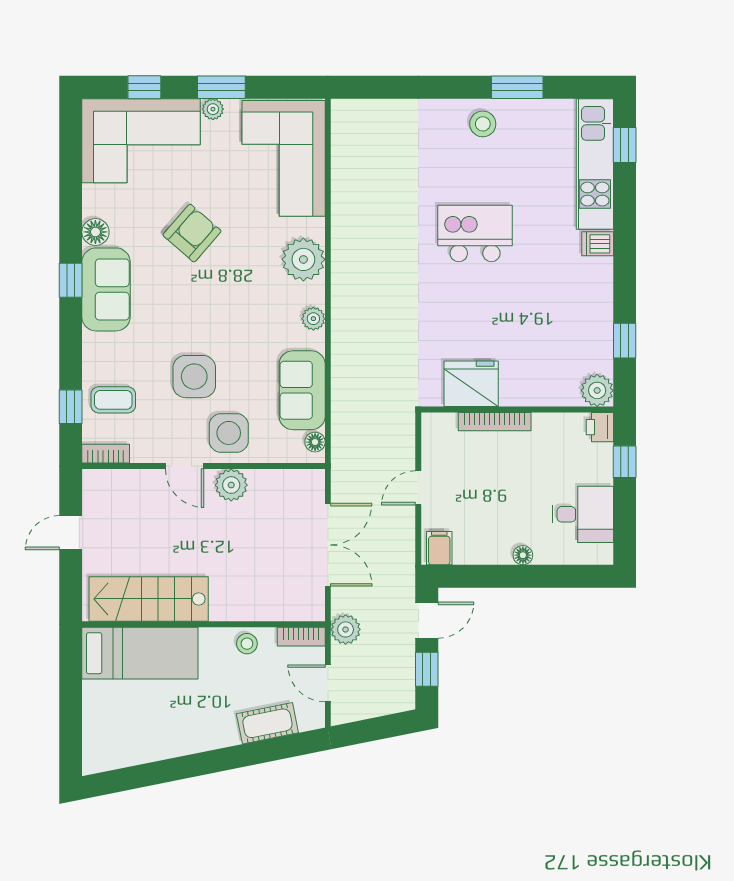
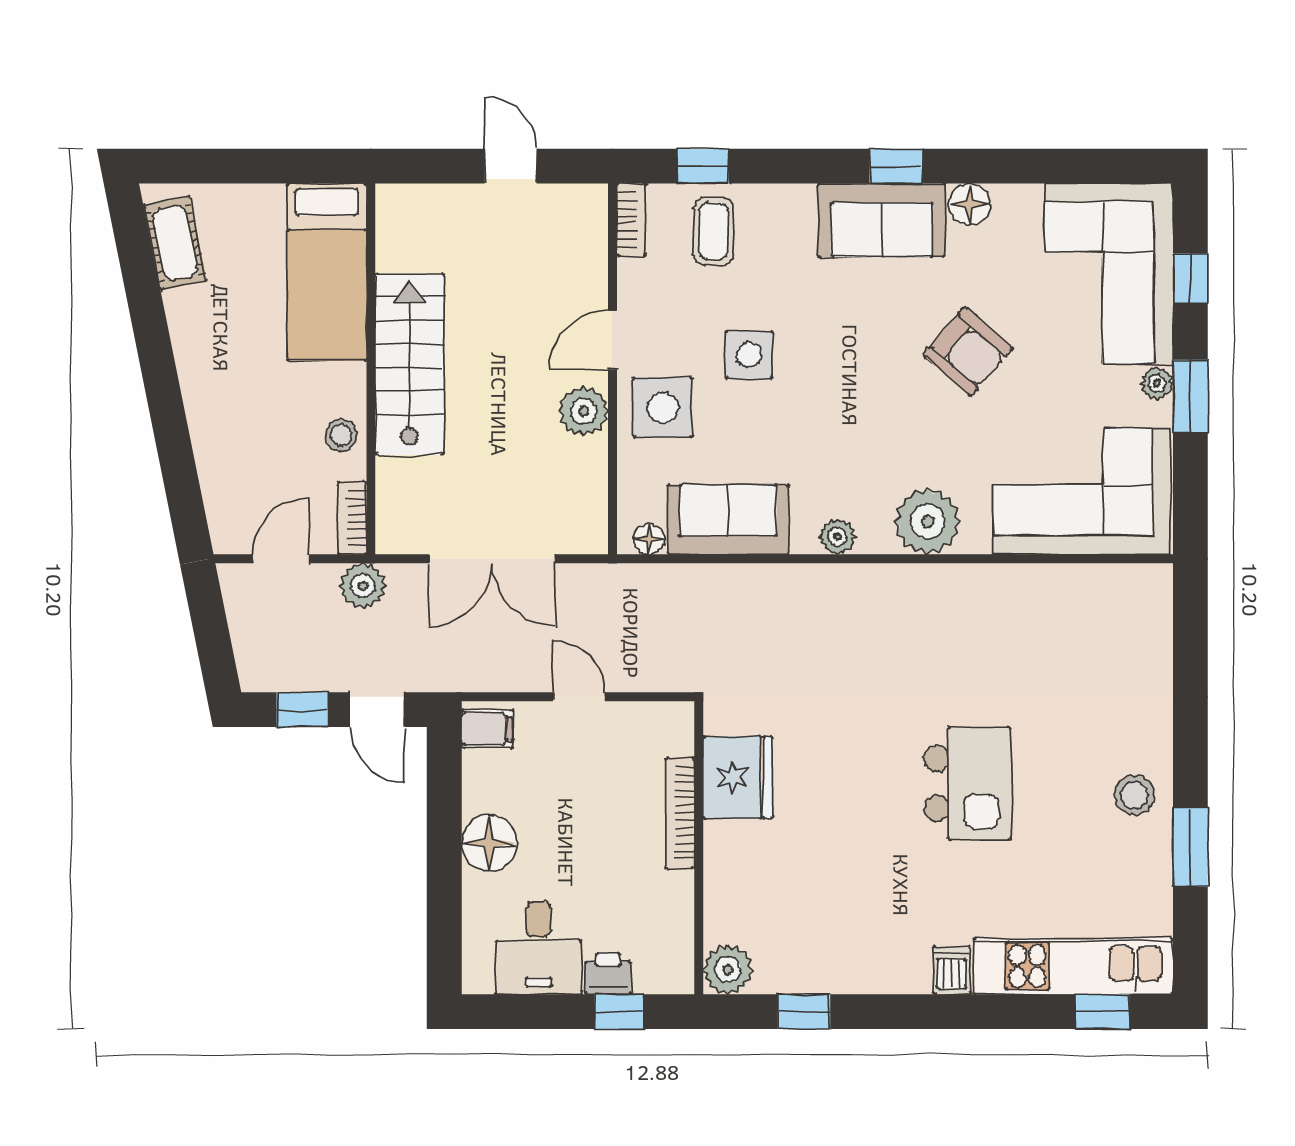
side table: (194, 377) -> (749, 355), width x0.73, depth x0.73
printer: (600, 427) -> (608, 974), moved
floor lamp: (523, 555) -> (489, 843), width x1.89, depth x1.89
stairs: (149, 599) -> (409, 364), moved
cot: (267, 723) -> (175, 243), moved

